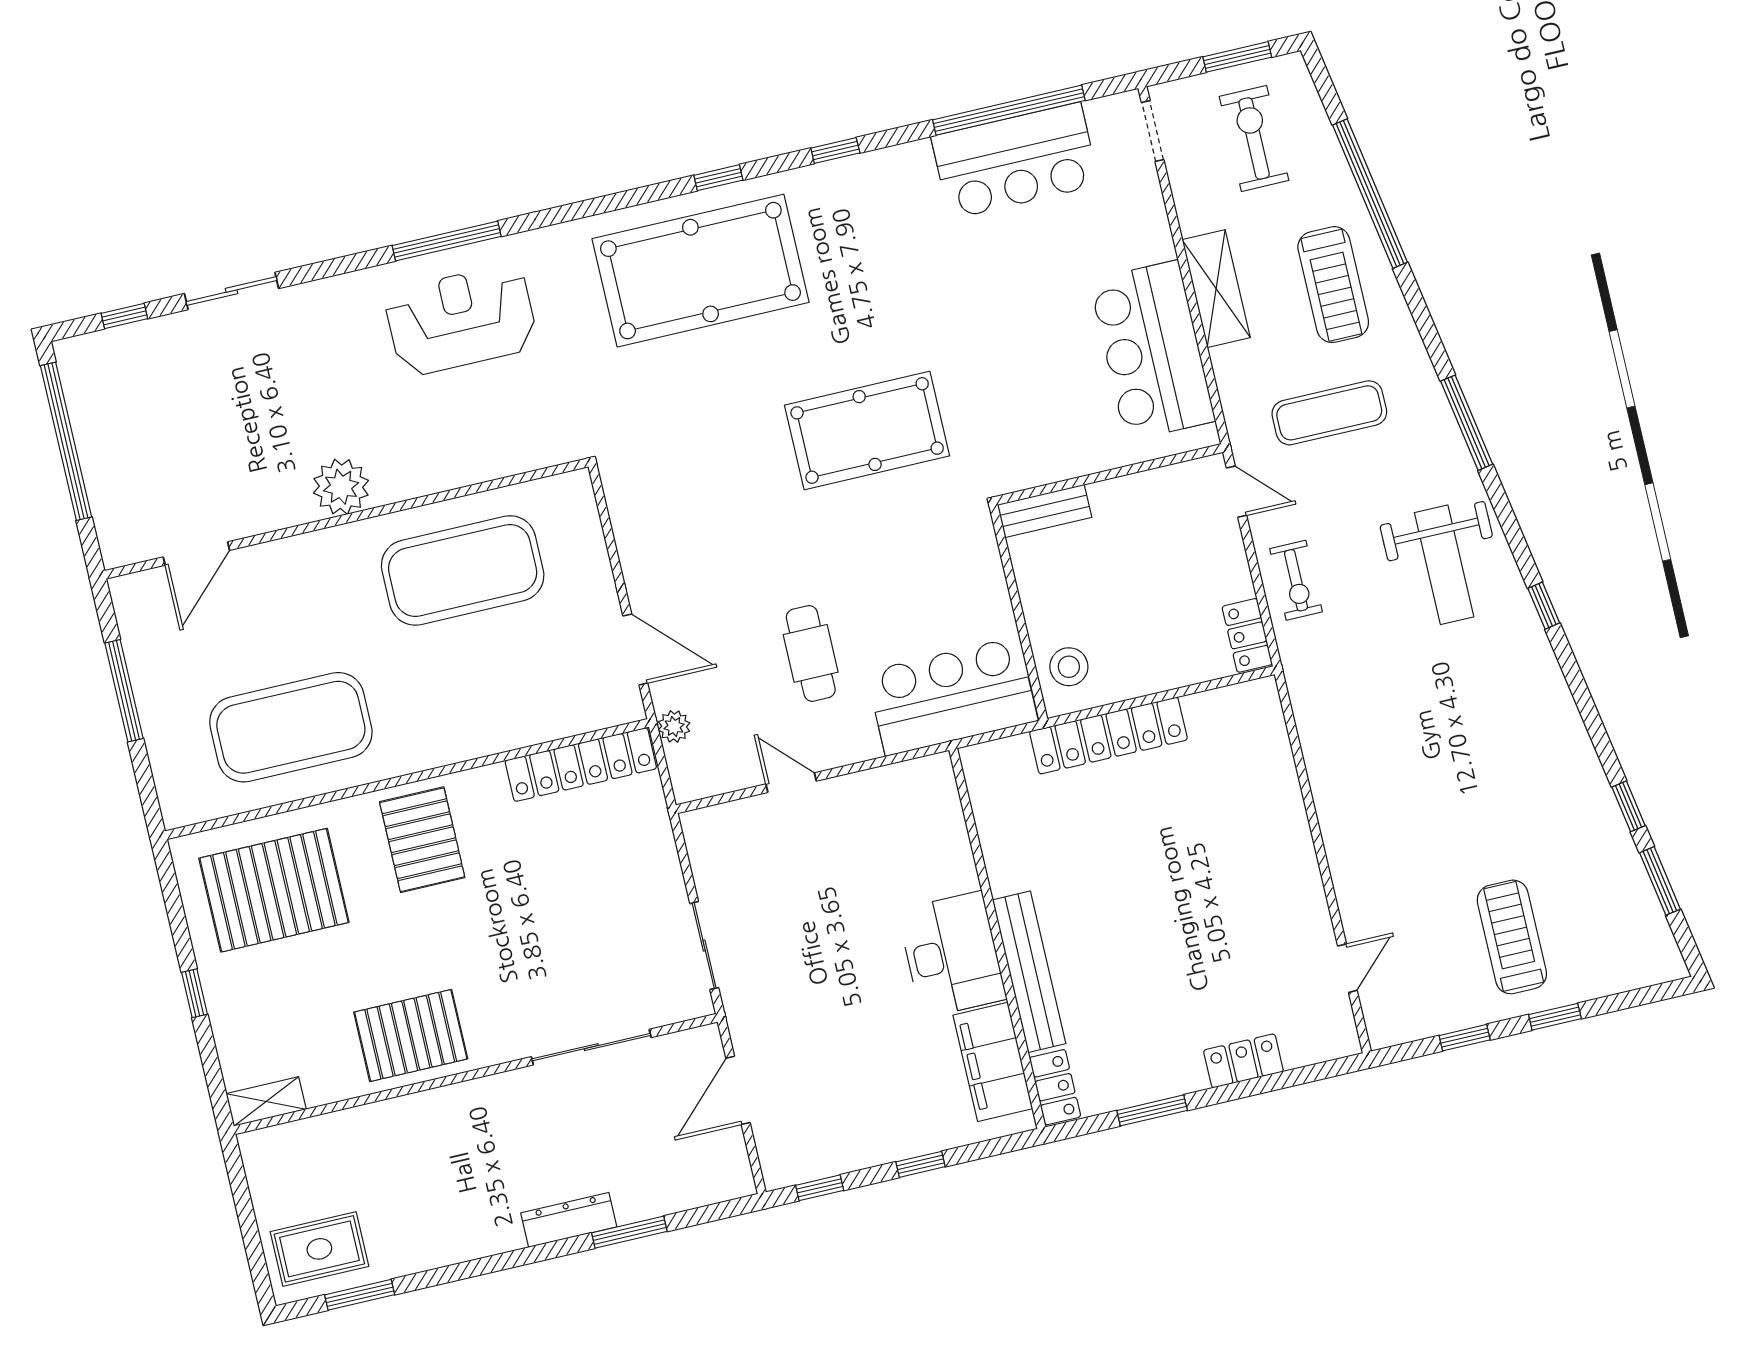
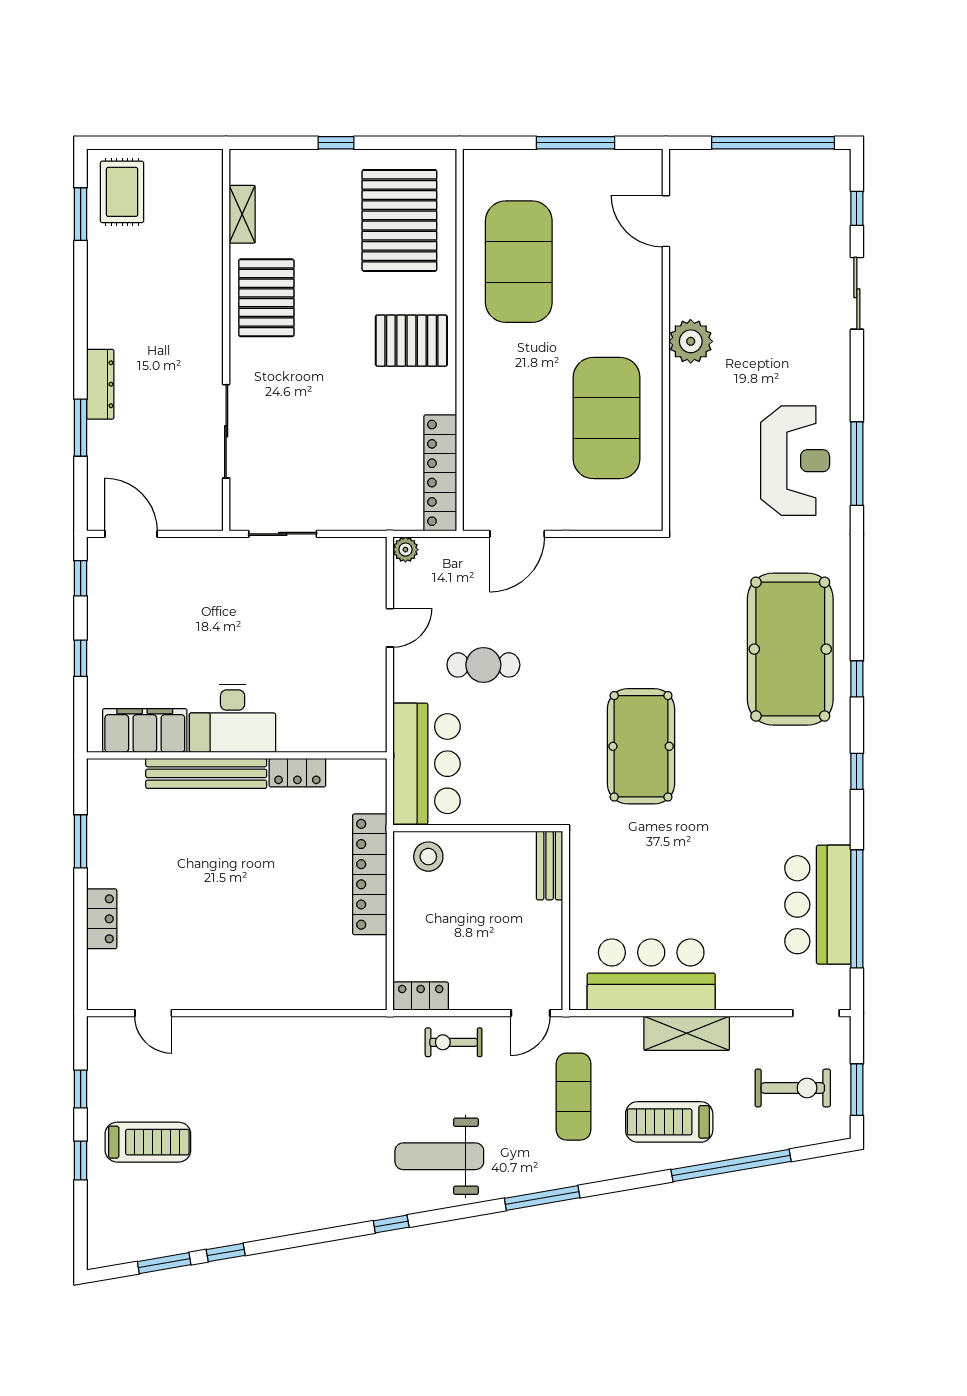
plant: (674, 726) -> (405, 550), moved
locker: (1055, 1087) -> (297, 773), moved
door: (738, 1090) -> (131, 534), moved
shelving: (266, 1101) -> (242, 214), moved

